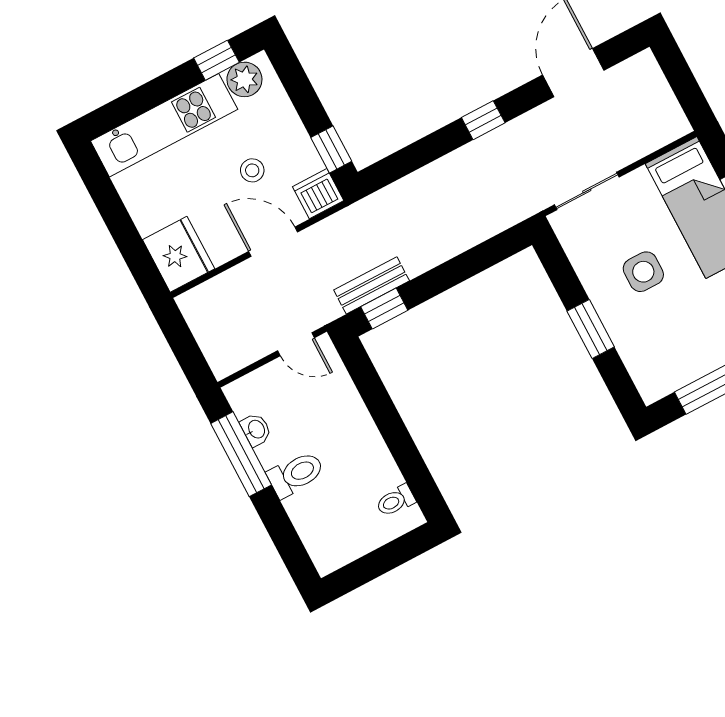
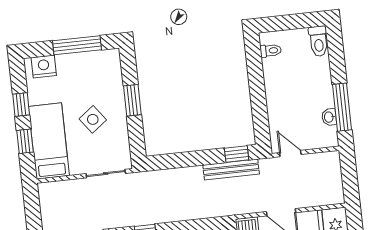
side table: (643, 272) -> (93, 119), turned -37
bench: (372, 285) -> (231, 170), width x1.36
toilet: (296, 474) -> (319, 41), moved, turned -90

